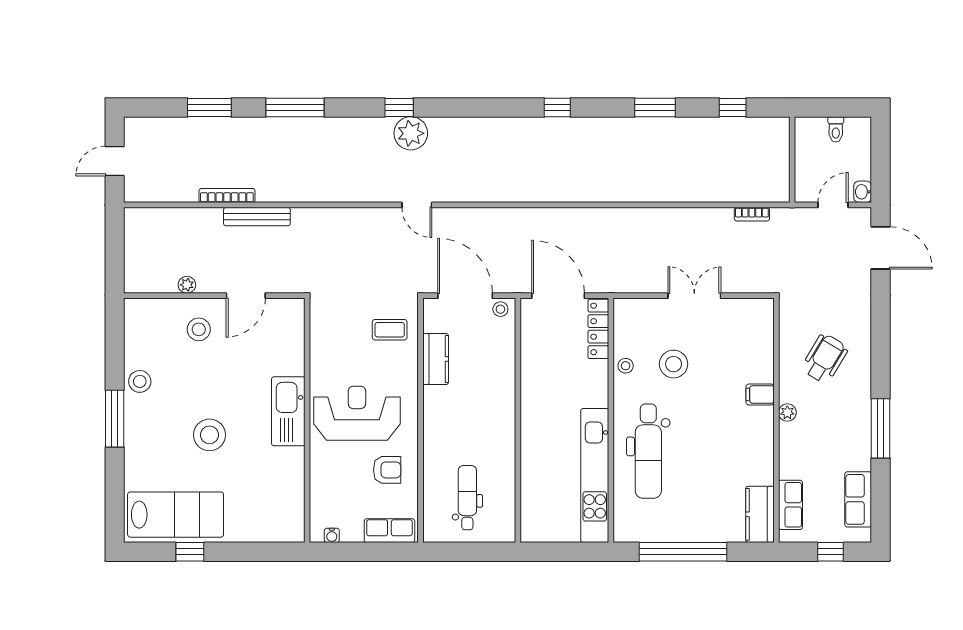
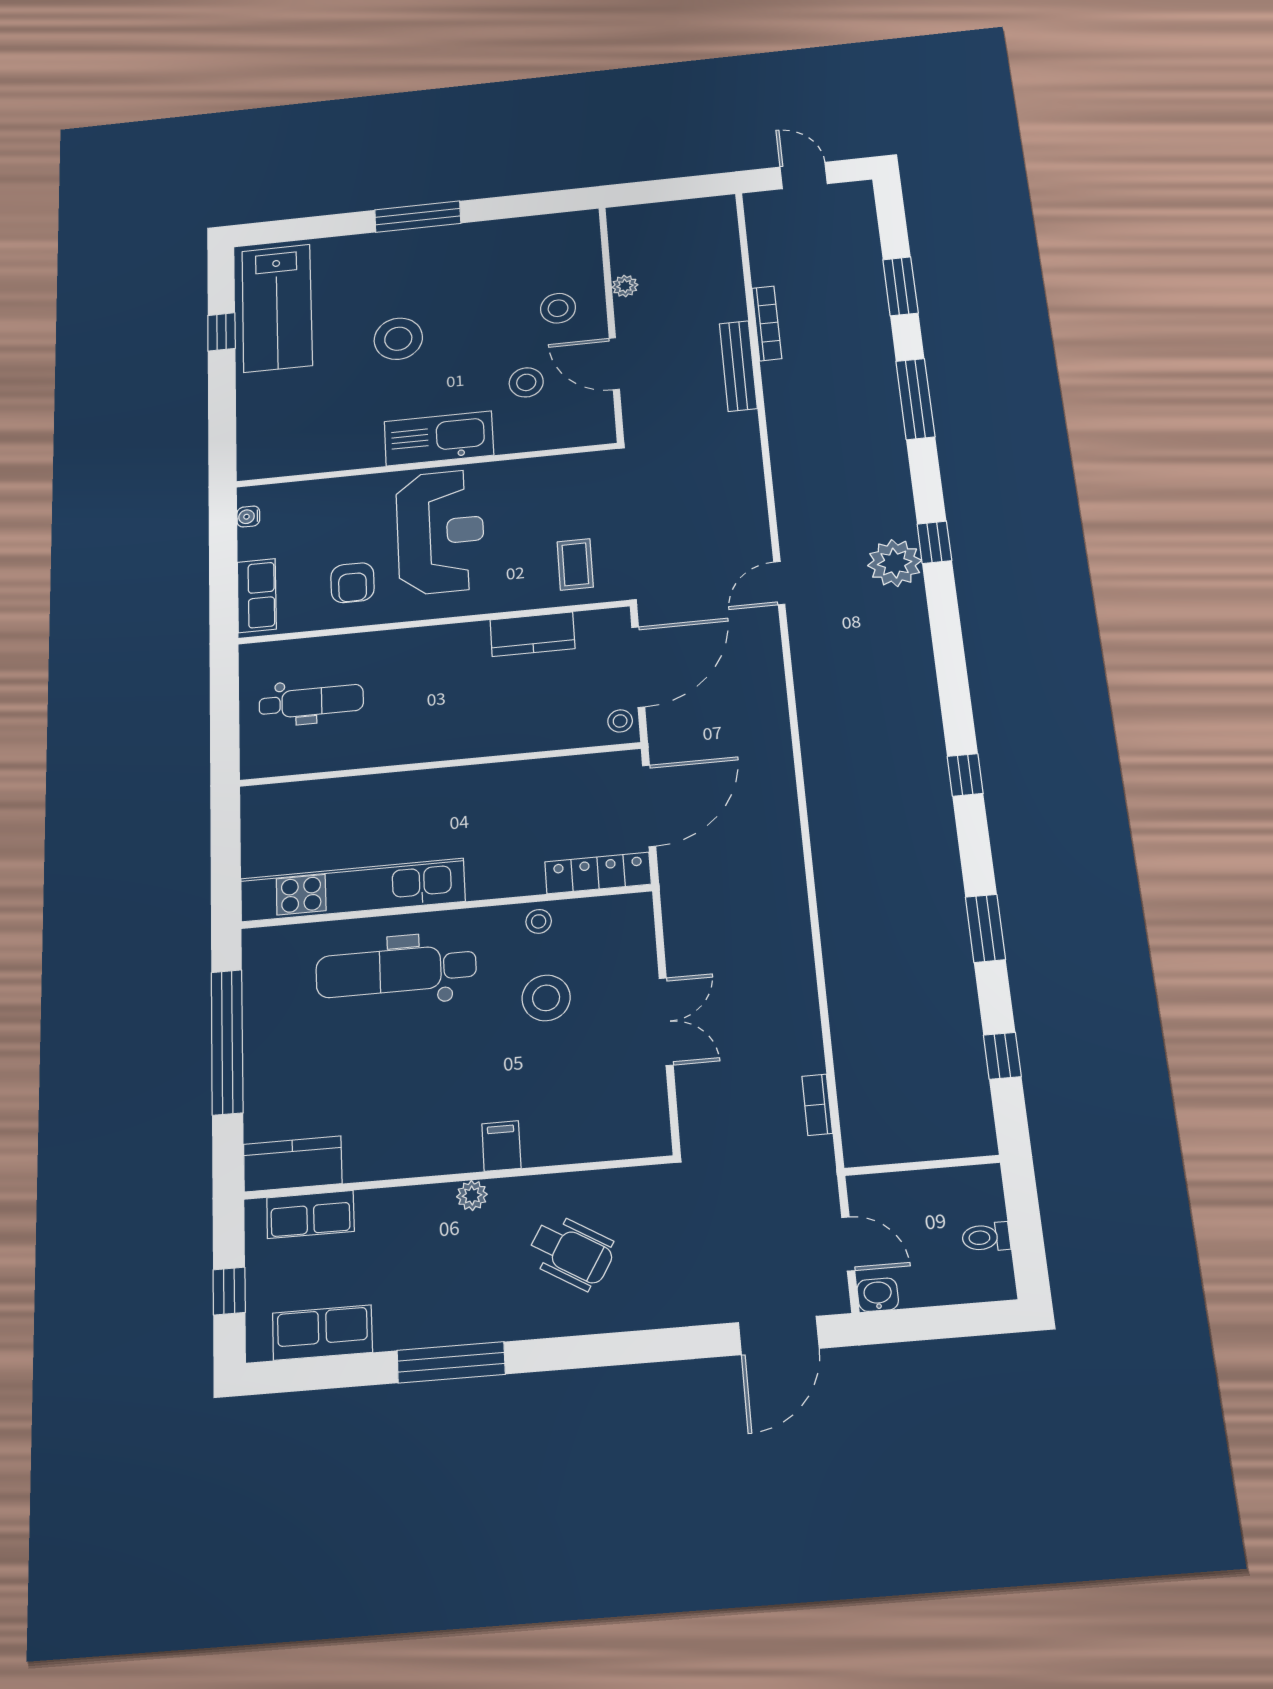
stool: (140, 381) -> (526, 382), moved

